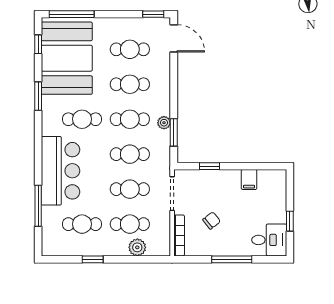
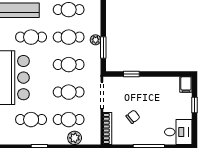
filing cabinet: (249, 180) -> (186, 84), moved
window: (290, 221) -> (194, 105), moved

